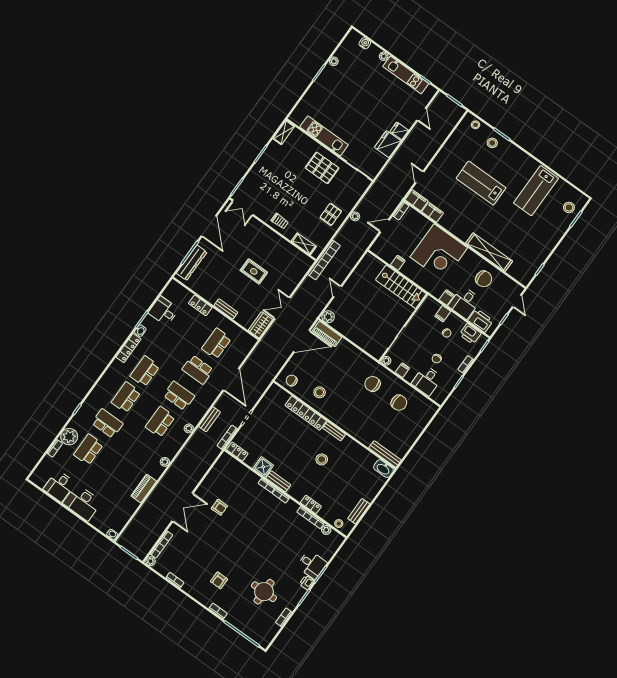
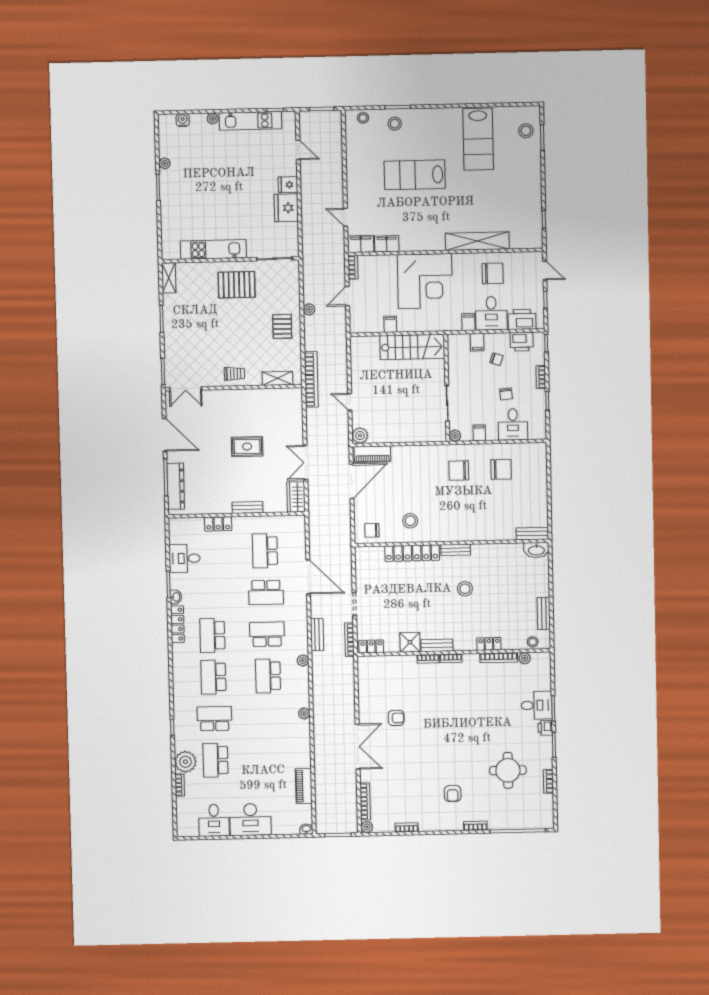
bench: (385, 454) -> (532, 534), width x0.73
piano: (144, 489) -> (304, 786), moved

